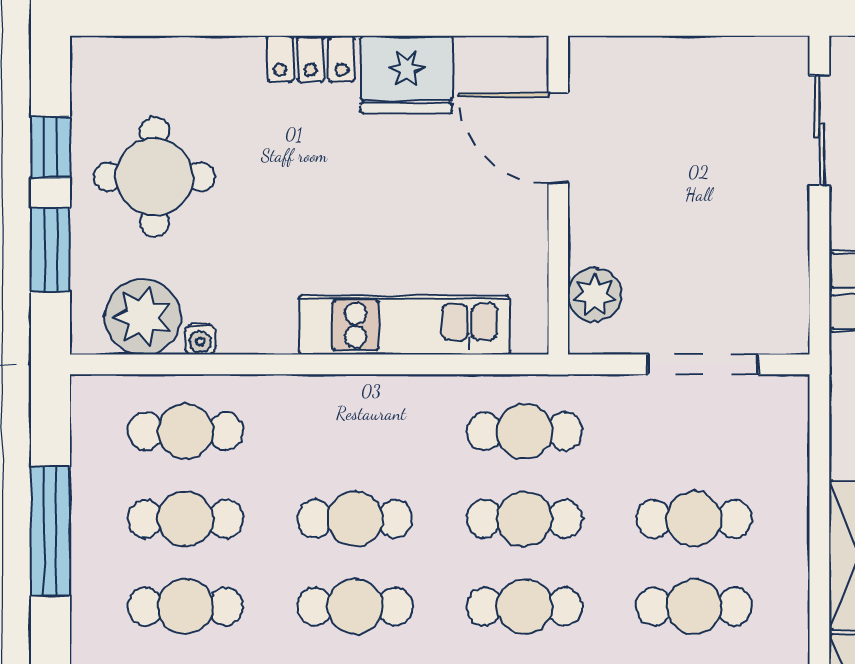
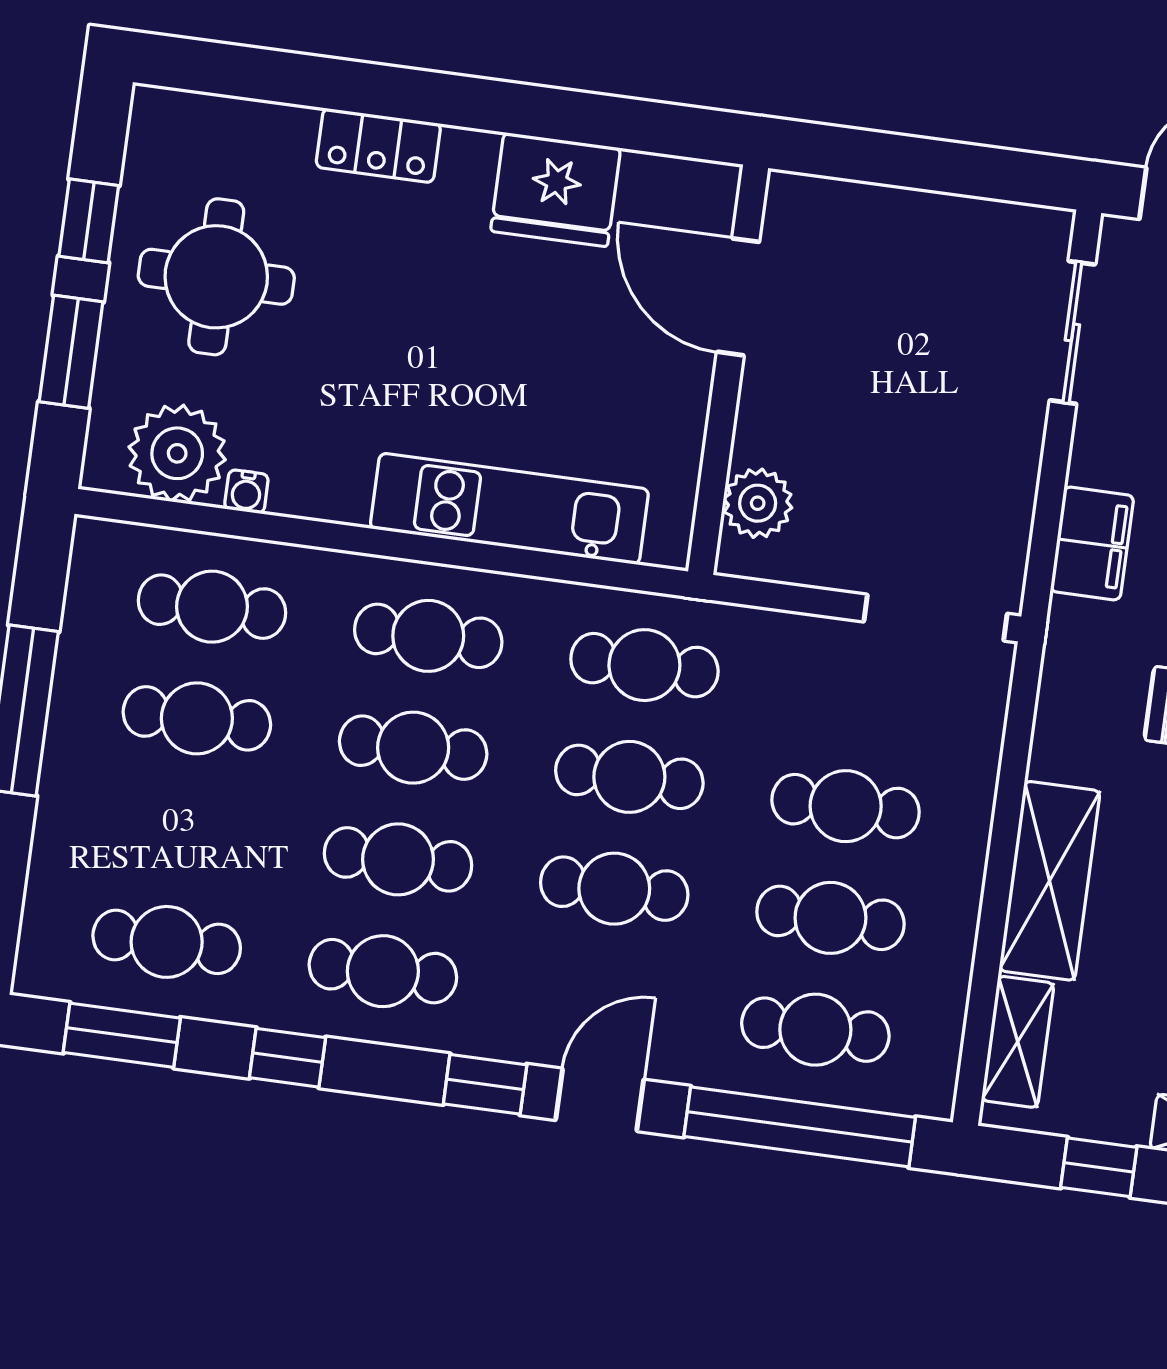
locker: (311, 59) -> (378, 145), moved
doorway: (703, 364) -> (936, 618), moved
cafe table: (185, 606) -> (428, 636), moved

